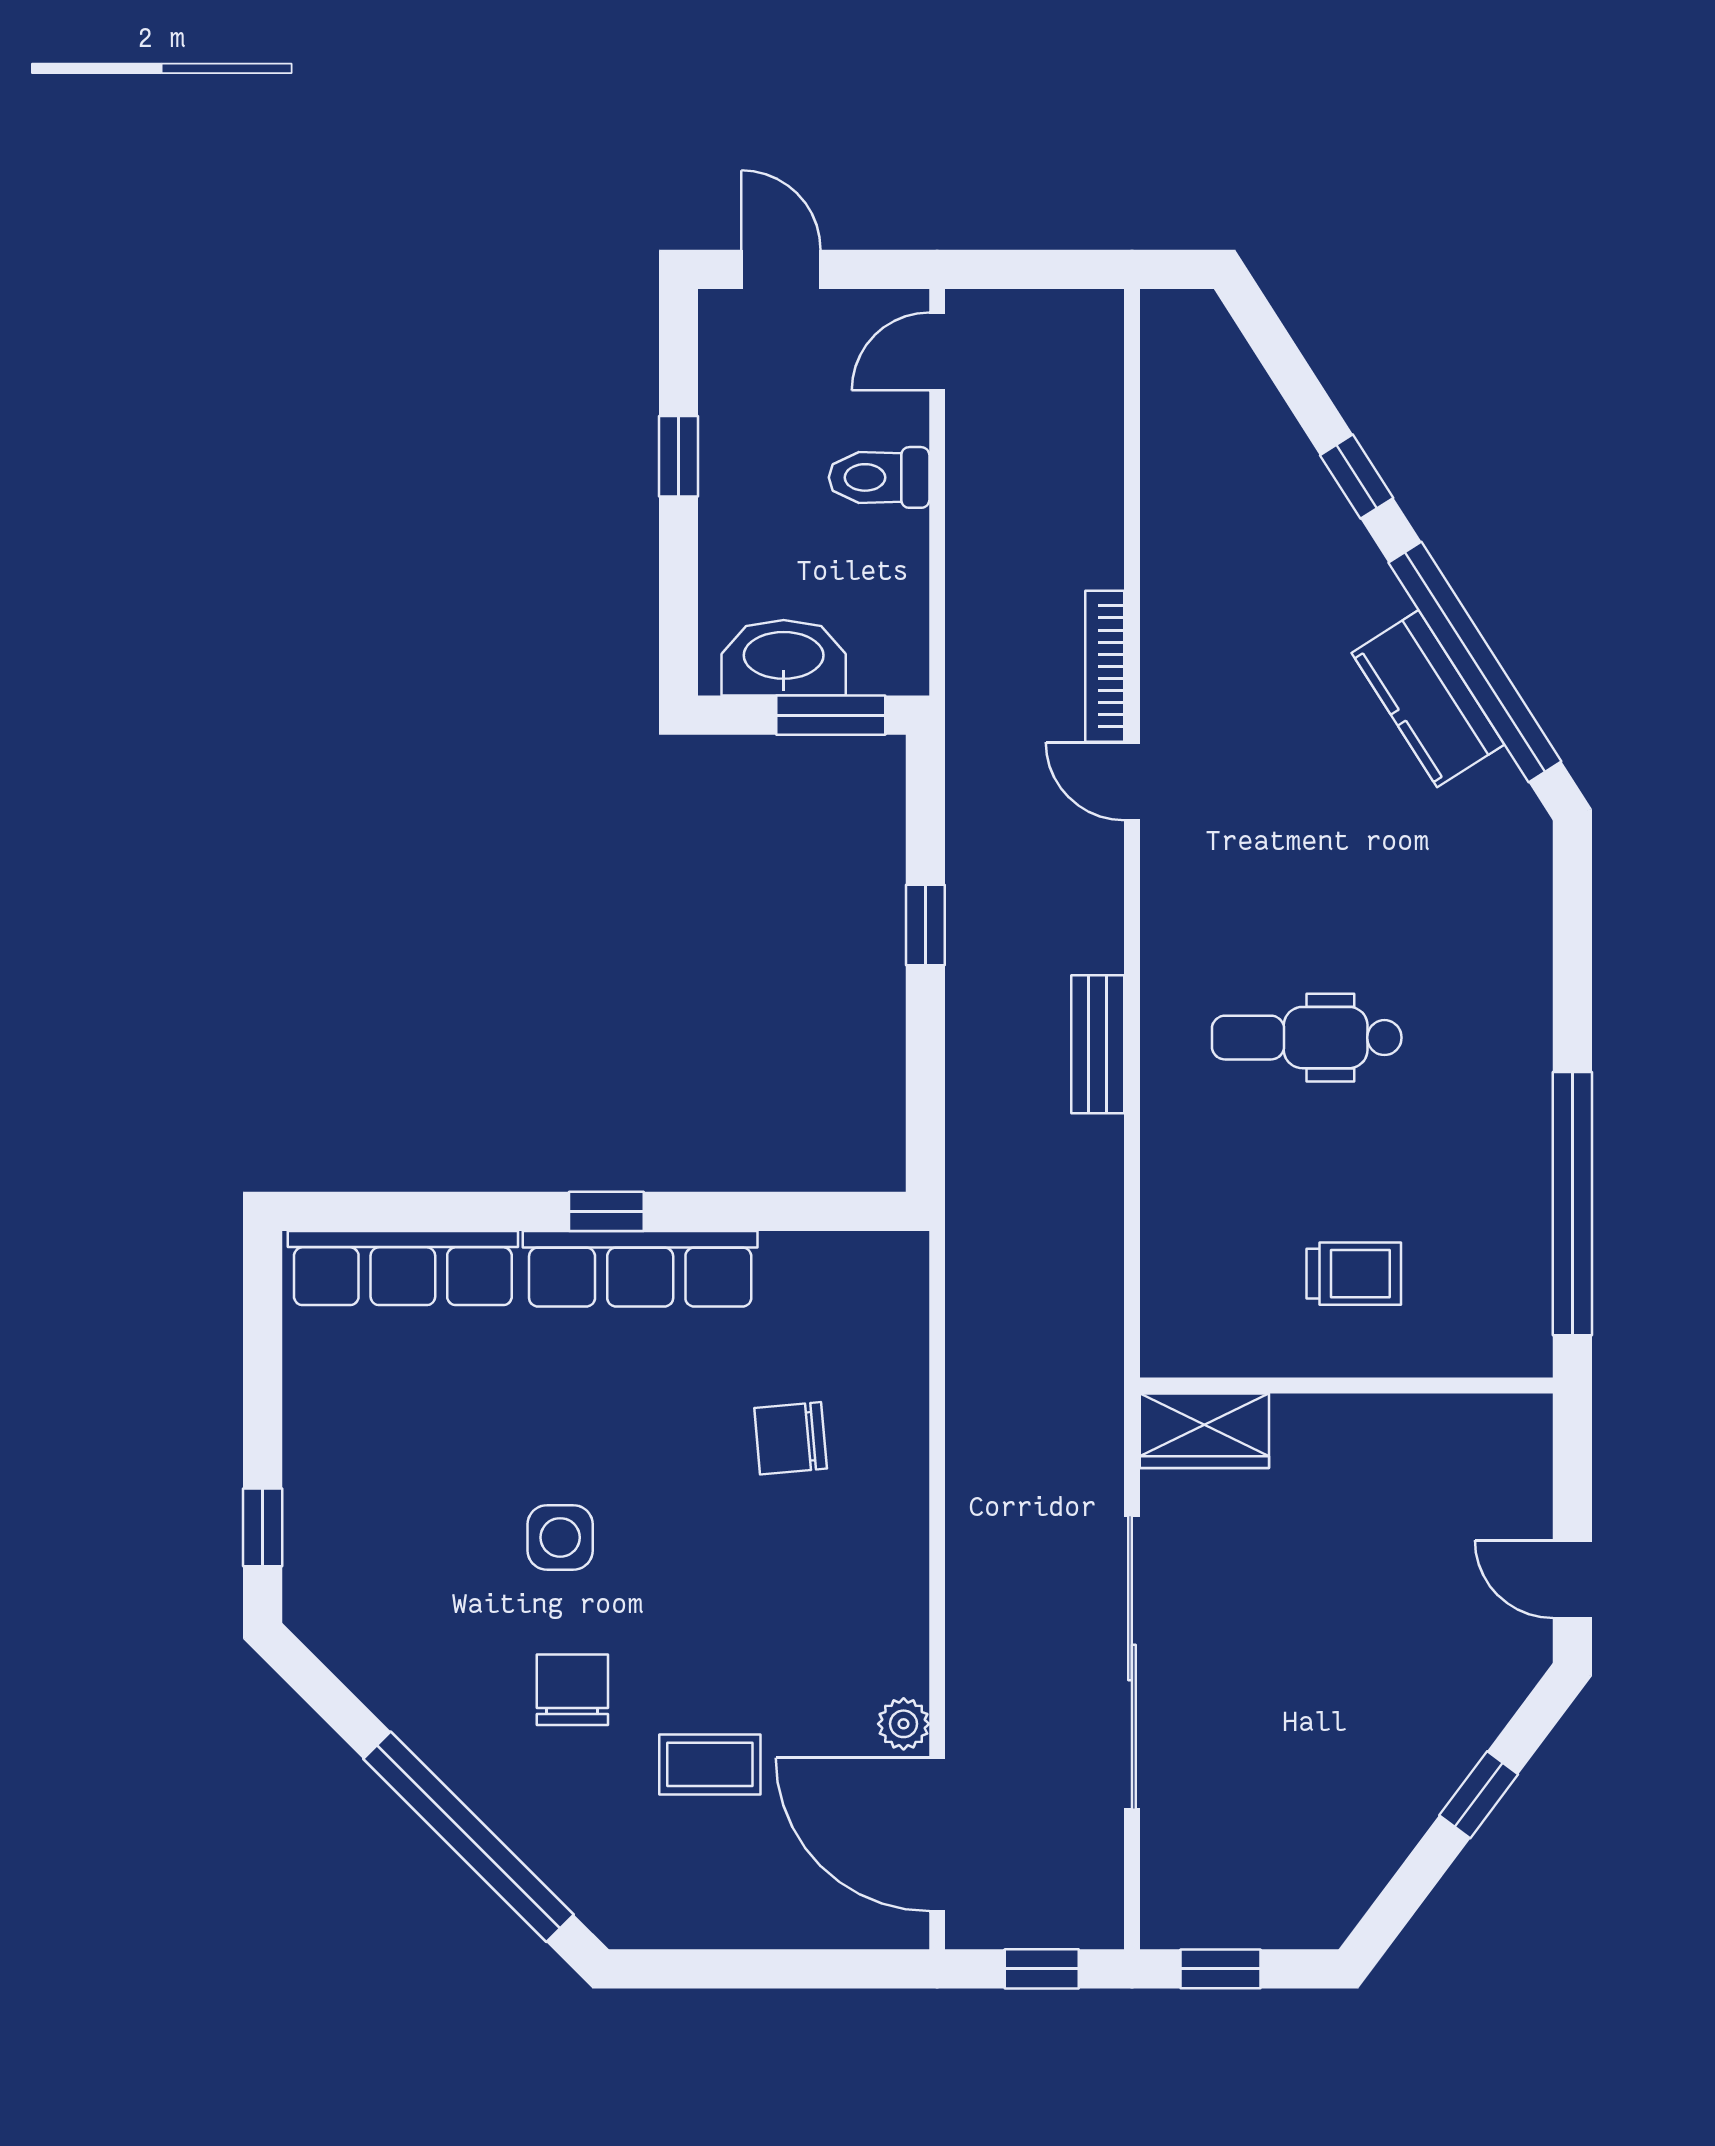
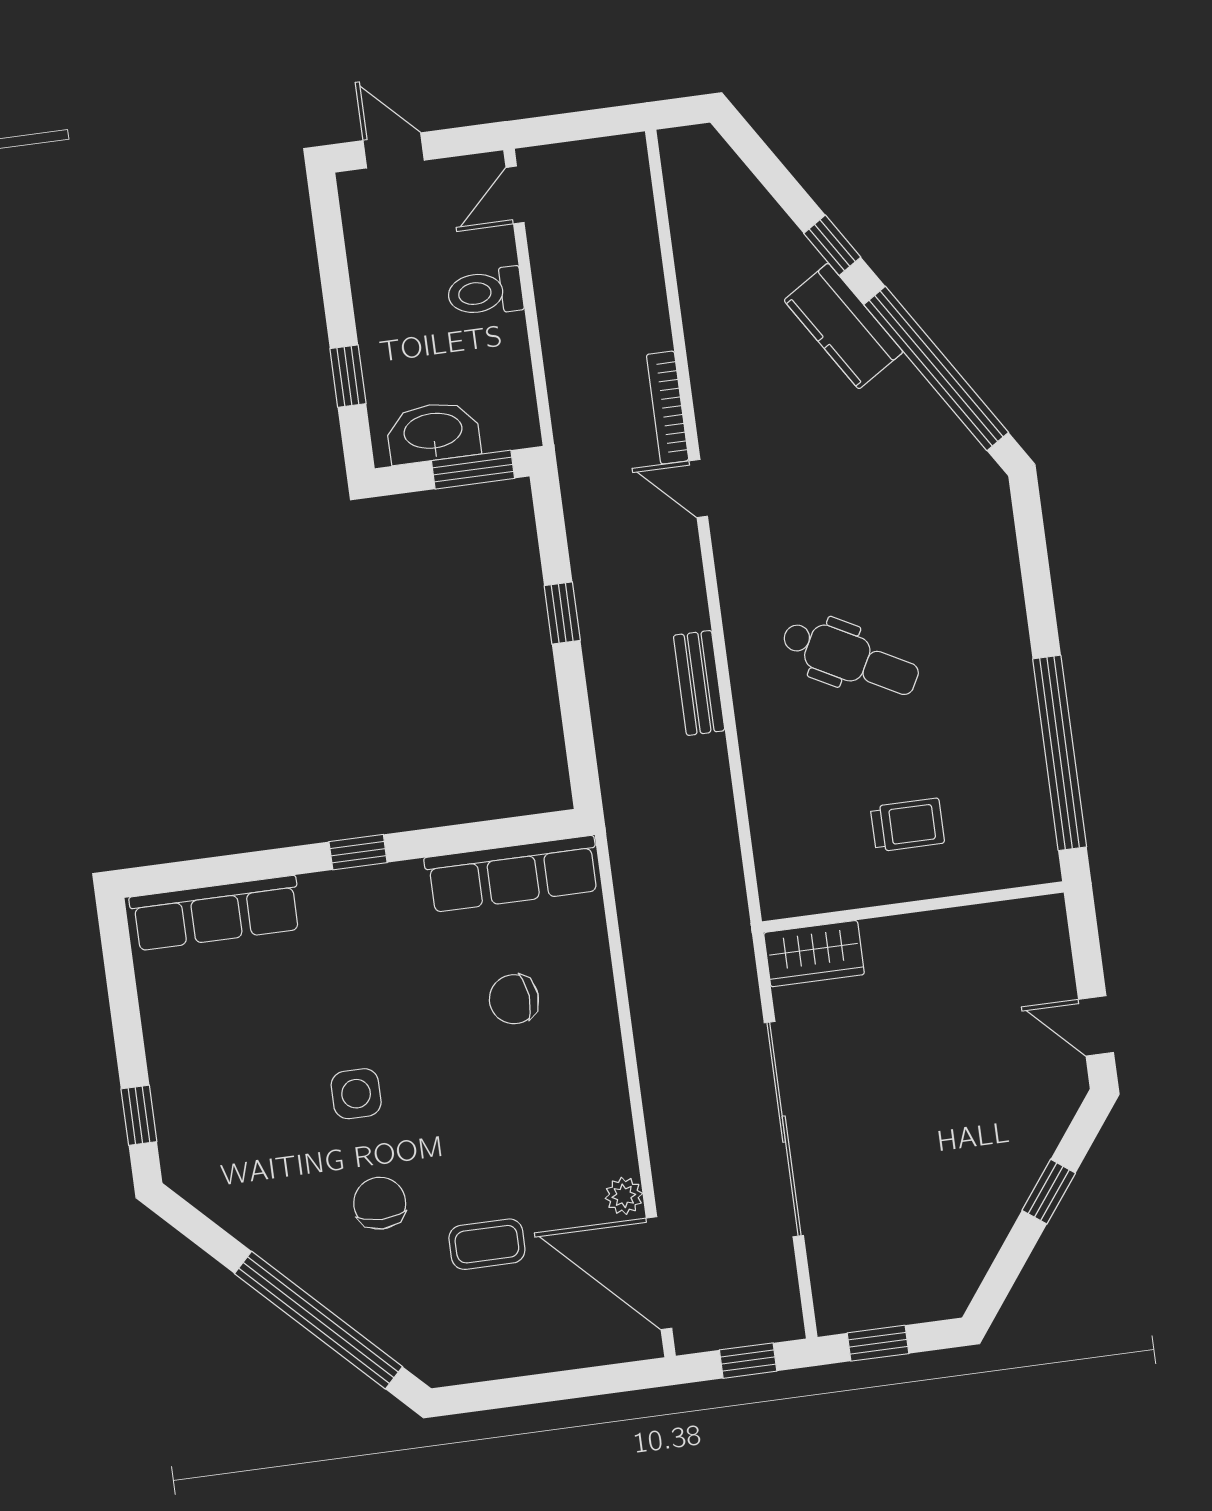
window: (679, 456) -> (348, 376), moved
kitchen counter: (1428, 699) -> (843, 326), moved
dental chair: (1307, 1038) -> (850, 658), turned -152
row of seats: (640, 1269) -> (512, 874), moved

